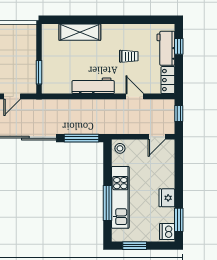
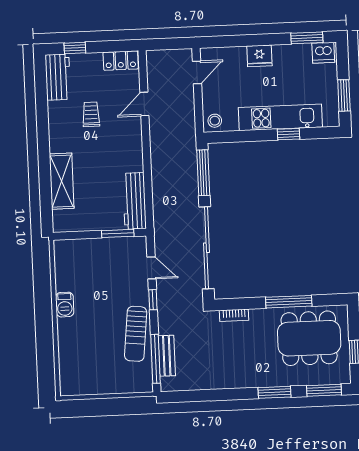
workbench: (166, 48) -> (58, 77), moved, turned -90
workbench: (93, 86) -> (134, 201), moved
window: (179, 113) -> (165, 44), removed
door: (157, 137) -> (197, 72), hinge flipped
fridge: (167, 198) -> (259, 56), moved
window: (108, 203) -> (289, 134), width x0.46

